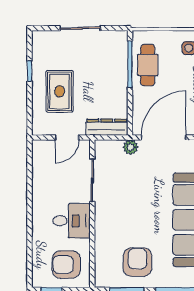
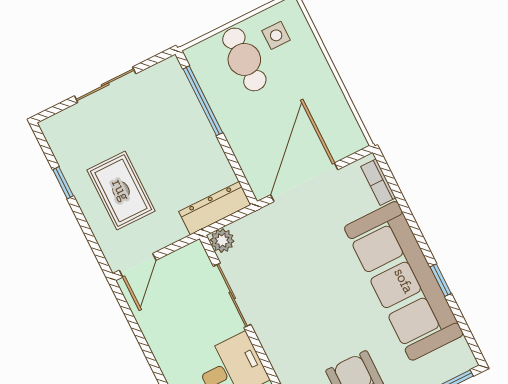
cafe table: (148, 65) -> (244, 59), moved
door: (67, 138) -> (138, 265), moved
plant: (131, 147) -> (222, 241), moved

